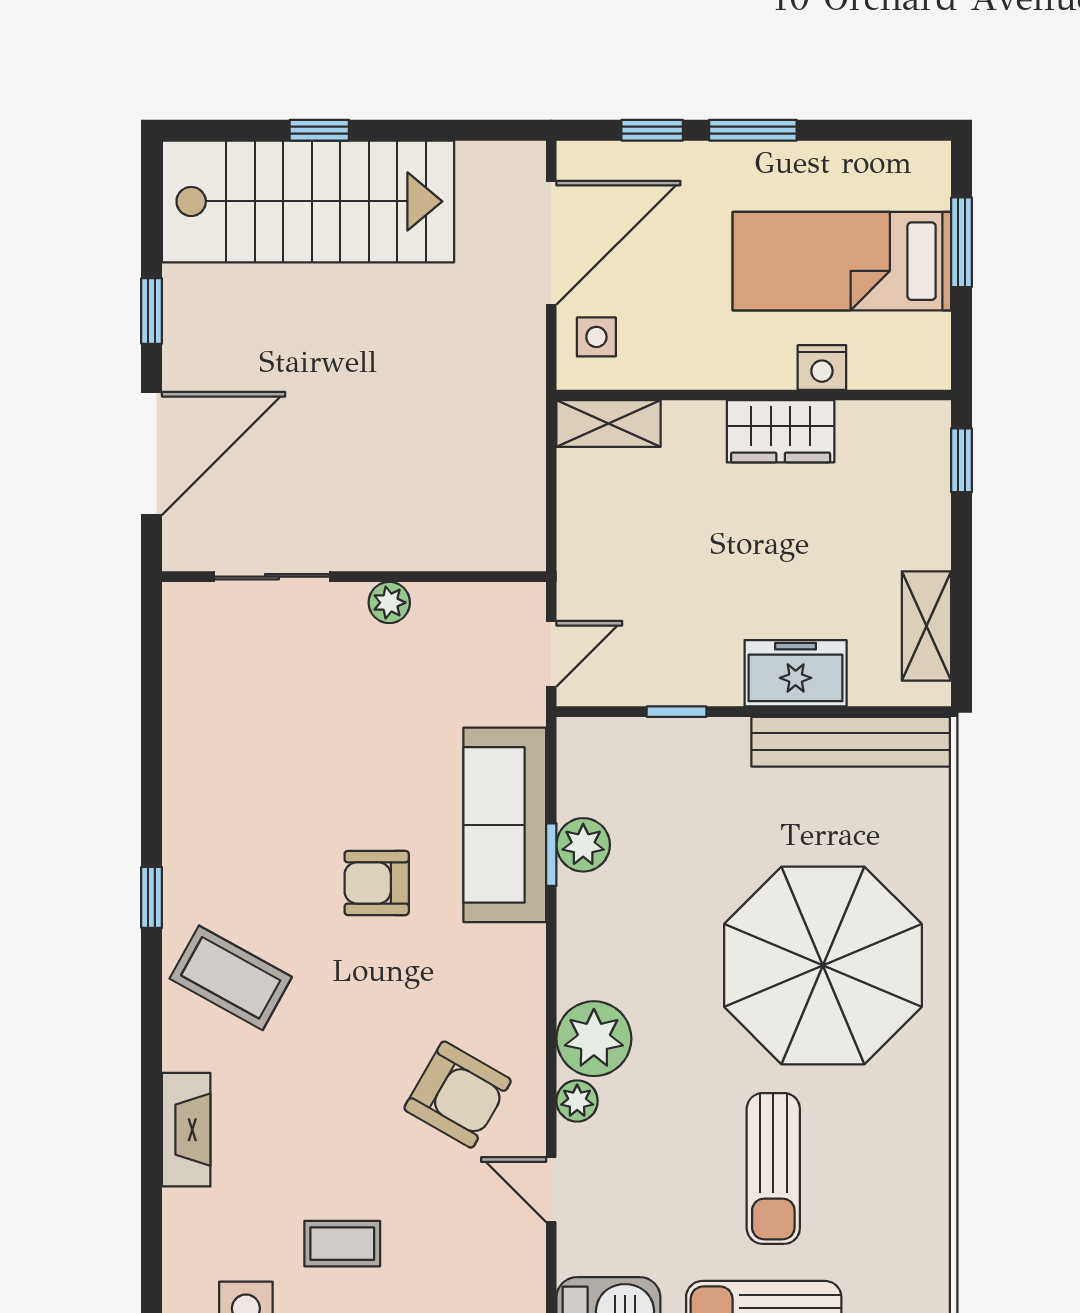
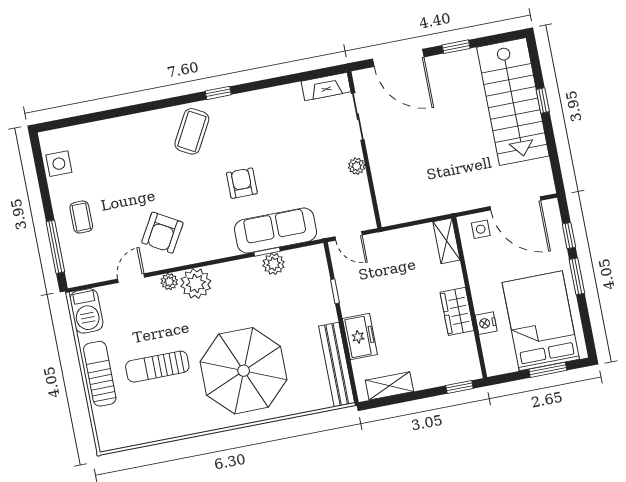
bed: (842, 261) -> (541, 321), width x1.50
fireplace: (186, 1130) -> (326, 87), moved
coffee table: (342, 1244) -> (81, 217), moved

